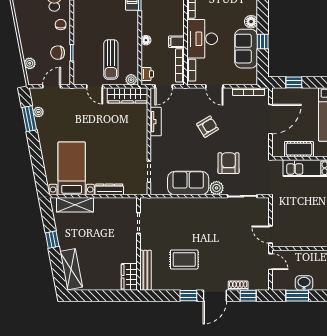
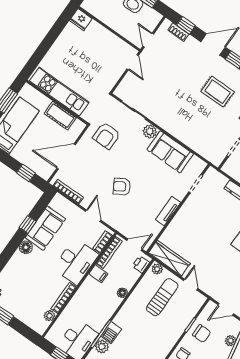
tv unit: (156, 122) -> (168, 211), moved
armchair: (229, 163) -> (106, 136), moved
shoe rack: (238, 286) -> (178, 32), moved

